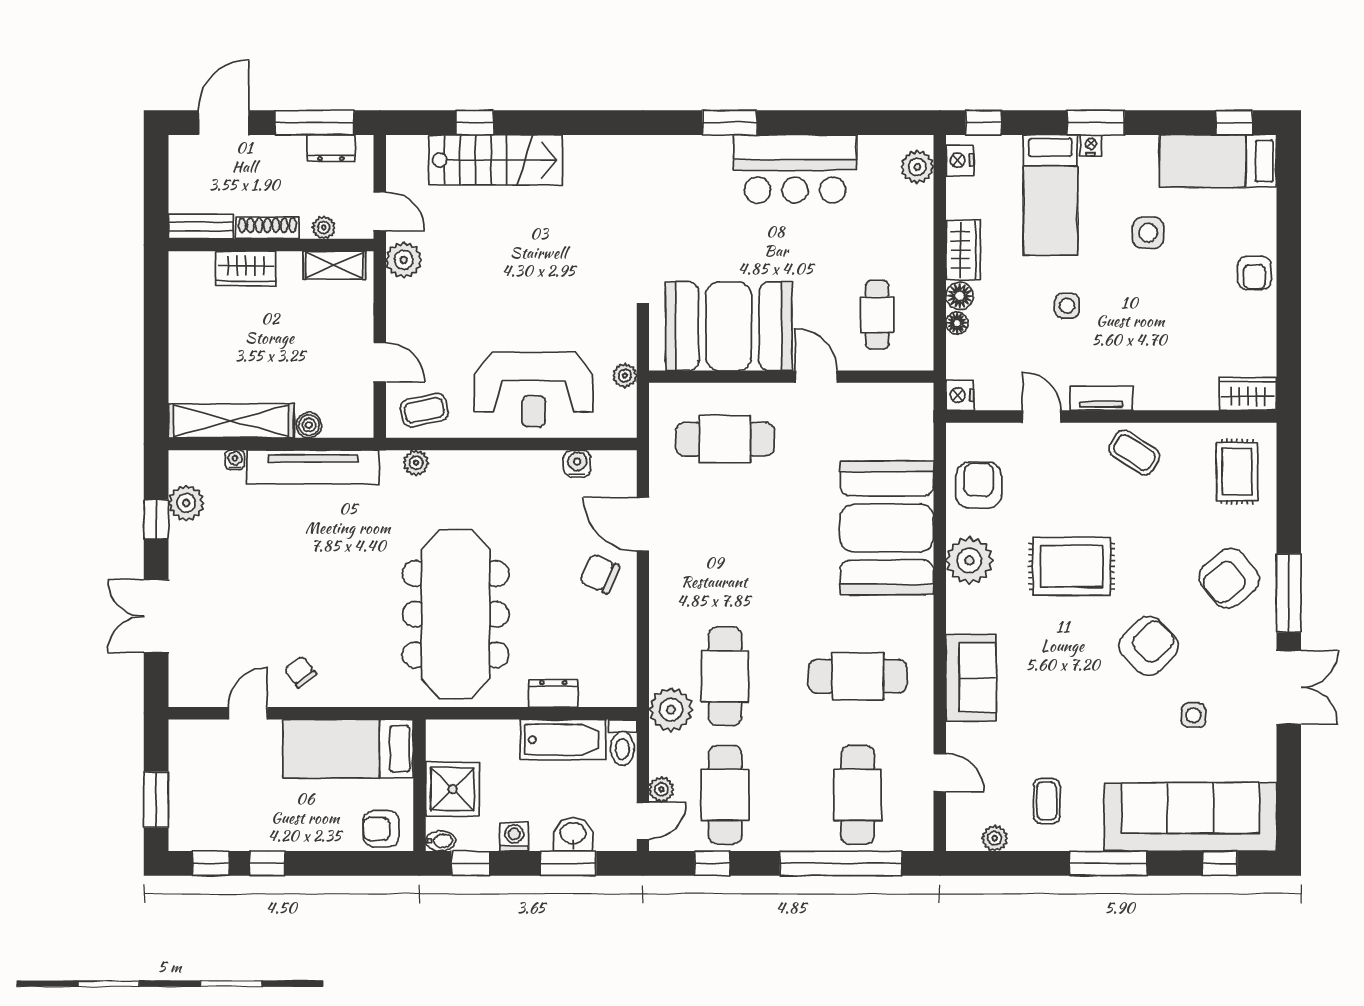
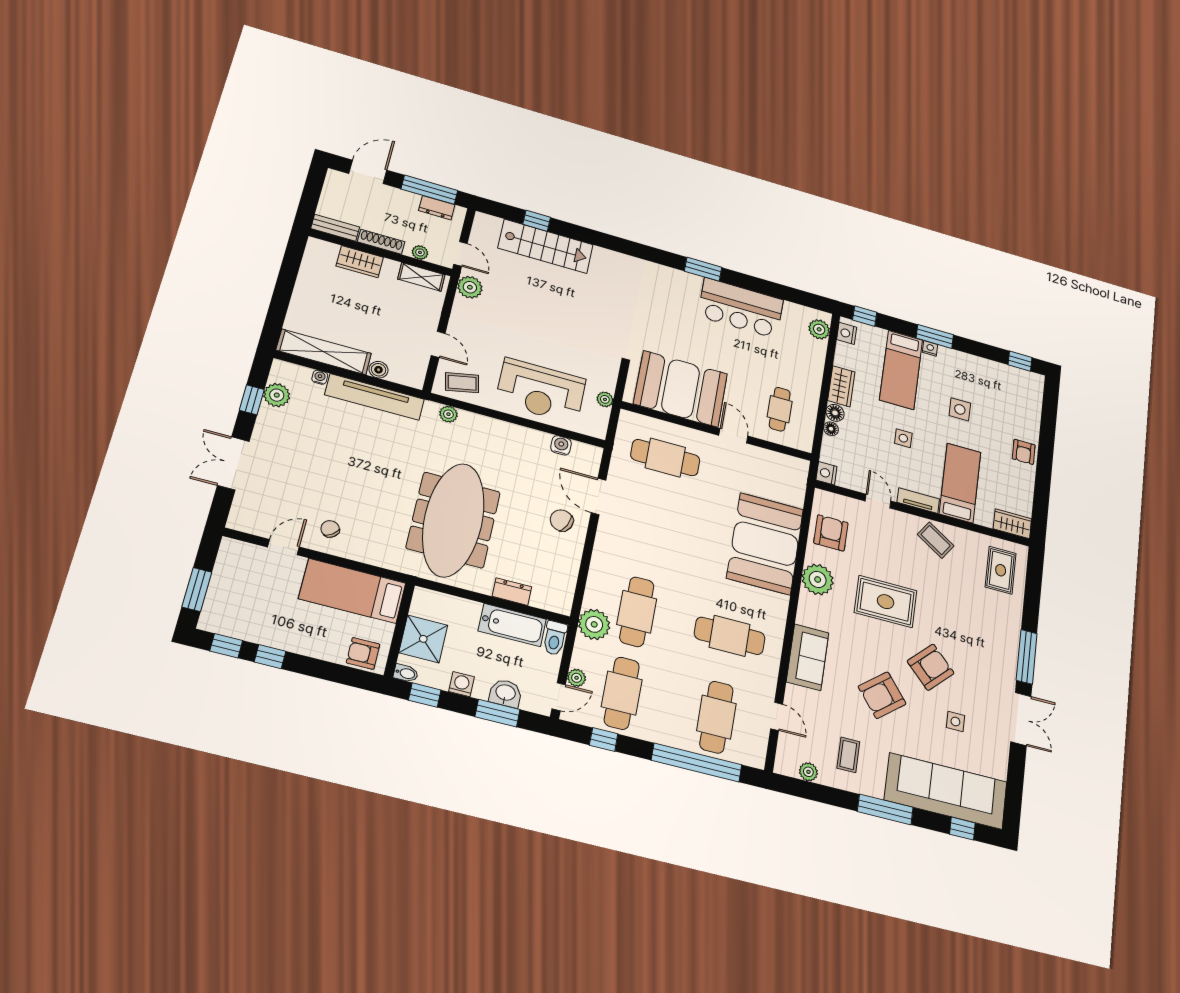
bed: (1218, 161) -> (960, 483), moved, turned 90
armchair: (1229, 578) -> (882, 695), moved

